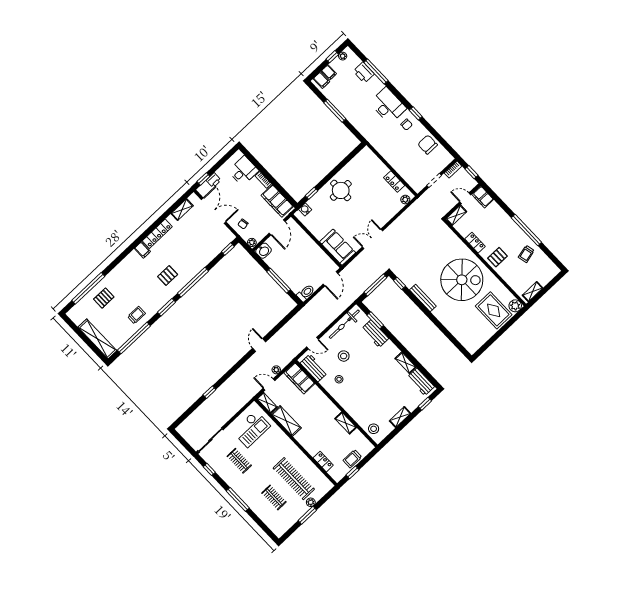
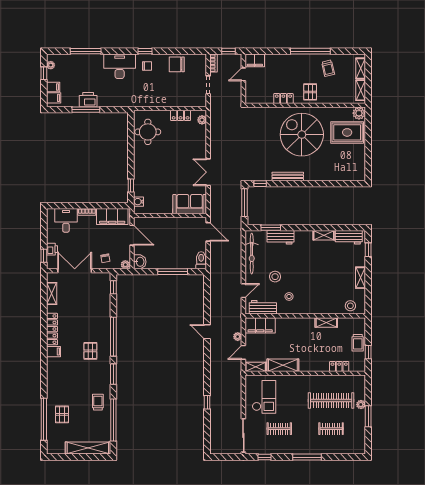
printer: (364, 73) -> (88, 100), moved, turned 180
round table: (341, 190) -> (148, 132), moved
shelving: (456, 215) -> (361, 68), moved
spiral stairs: (462, 280) -> (302, 135), turned -90

